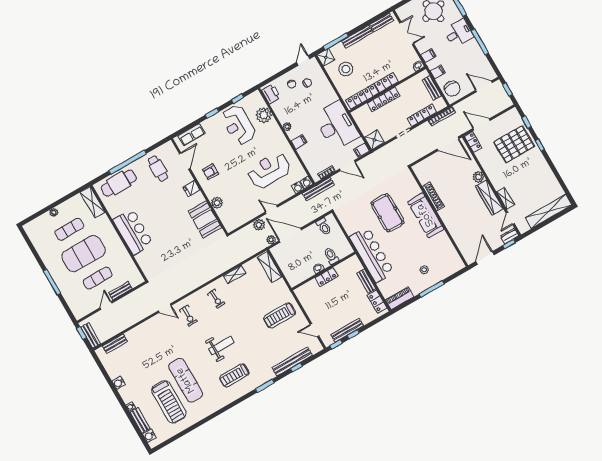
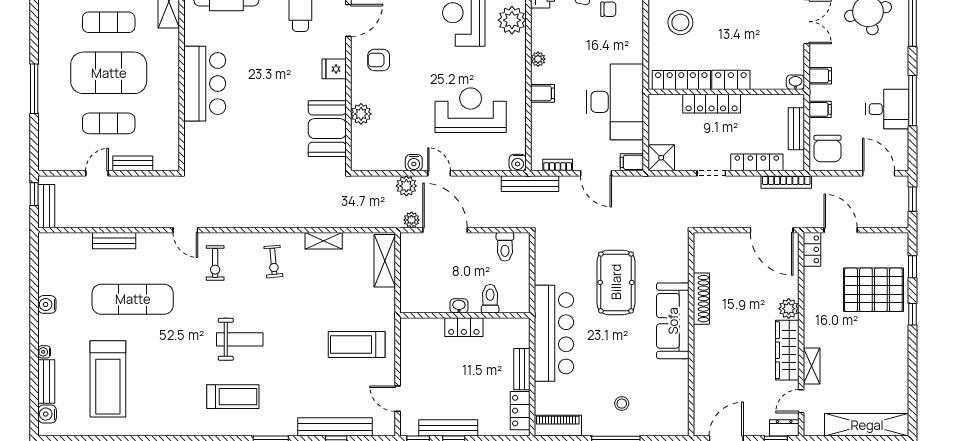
desk: (459, 33) -> (887, 109), moved
water cooler: (298, 188) -> (414, 163), moved
bench: (115, 344) -> (114, 241), moved
treadmill: (234, 375) -> (233, 397), turned 180
exercise mat: (186, 380) -> (133, 299), moved, turned 90

